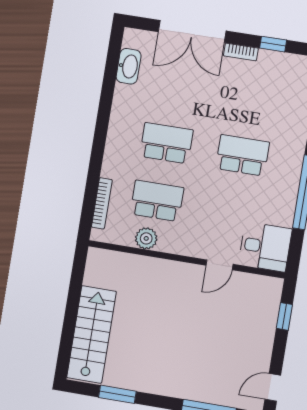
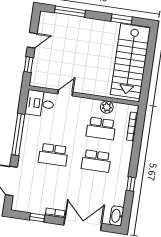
washbasin: (129, 66) -> (117, 216), moved
window: (106, 102) -> (131, 184), added
stairs: (92, 335) -> (130, 61), width x1.36, depth x1.51
door: (273, 387) -> (32, 40), moved

